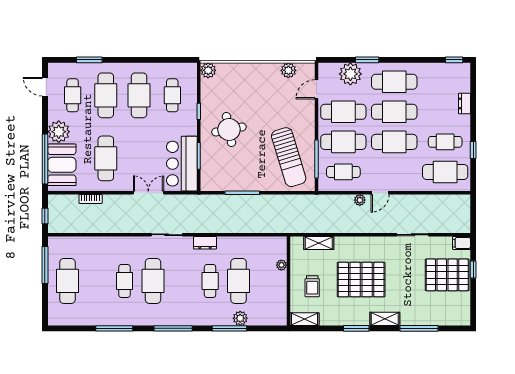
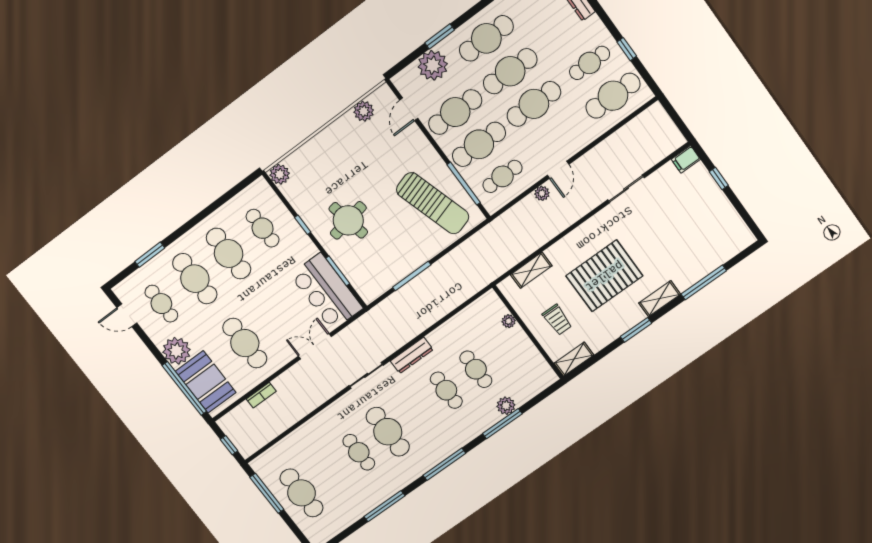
dresser: (205, 243) -> (412, 355), width x1.44
pallet: (447, 275) -> (694, 205), removed
cafe table: (239, 281) -> (476, 369), width x0.73, depth x0.74

